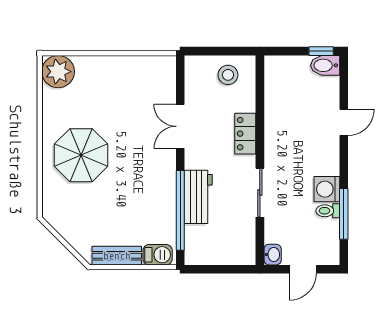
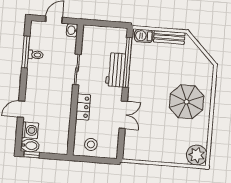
washing machine: (327, 189) -> (30, 130), moved

